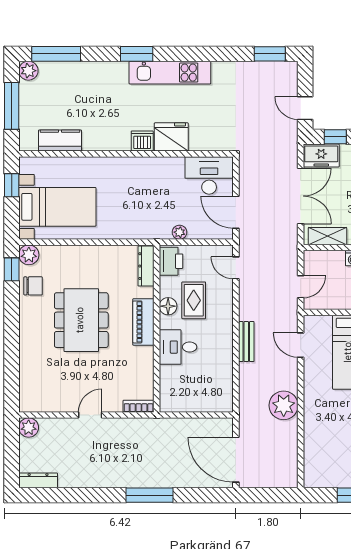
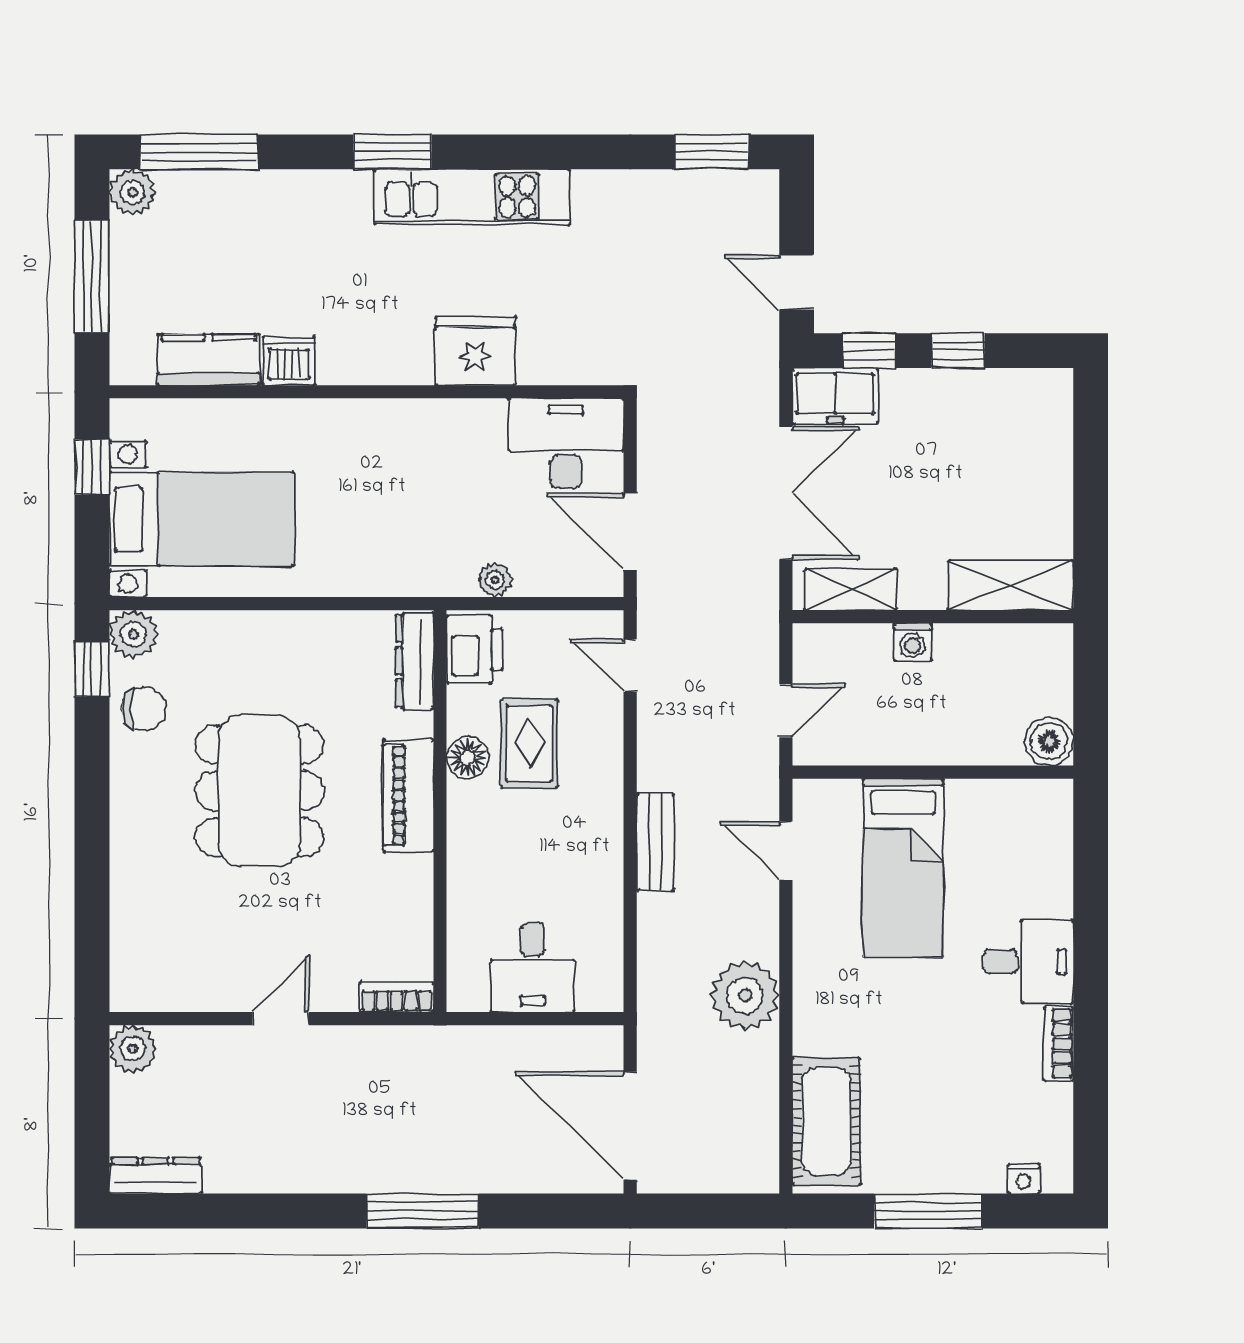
dishwasher: (142, 141) -> (289, 361), moved
desk: (178, 347) -> (533, 967), moved, turned -90
cot: (318, 458) -> (826, 1121), added

